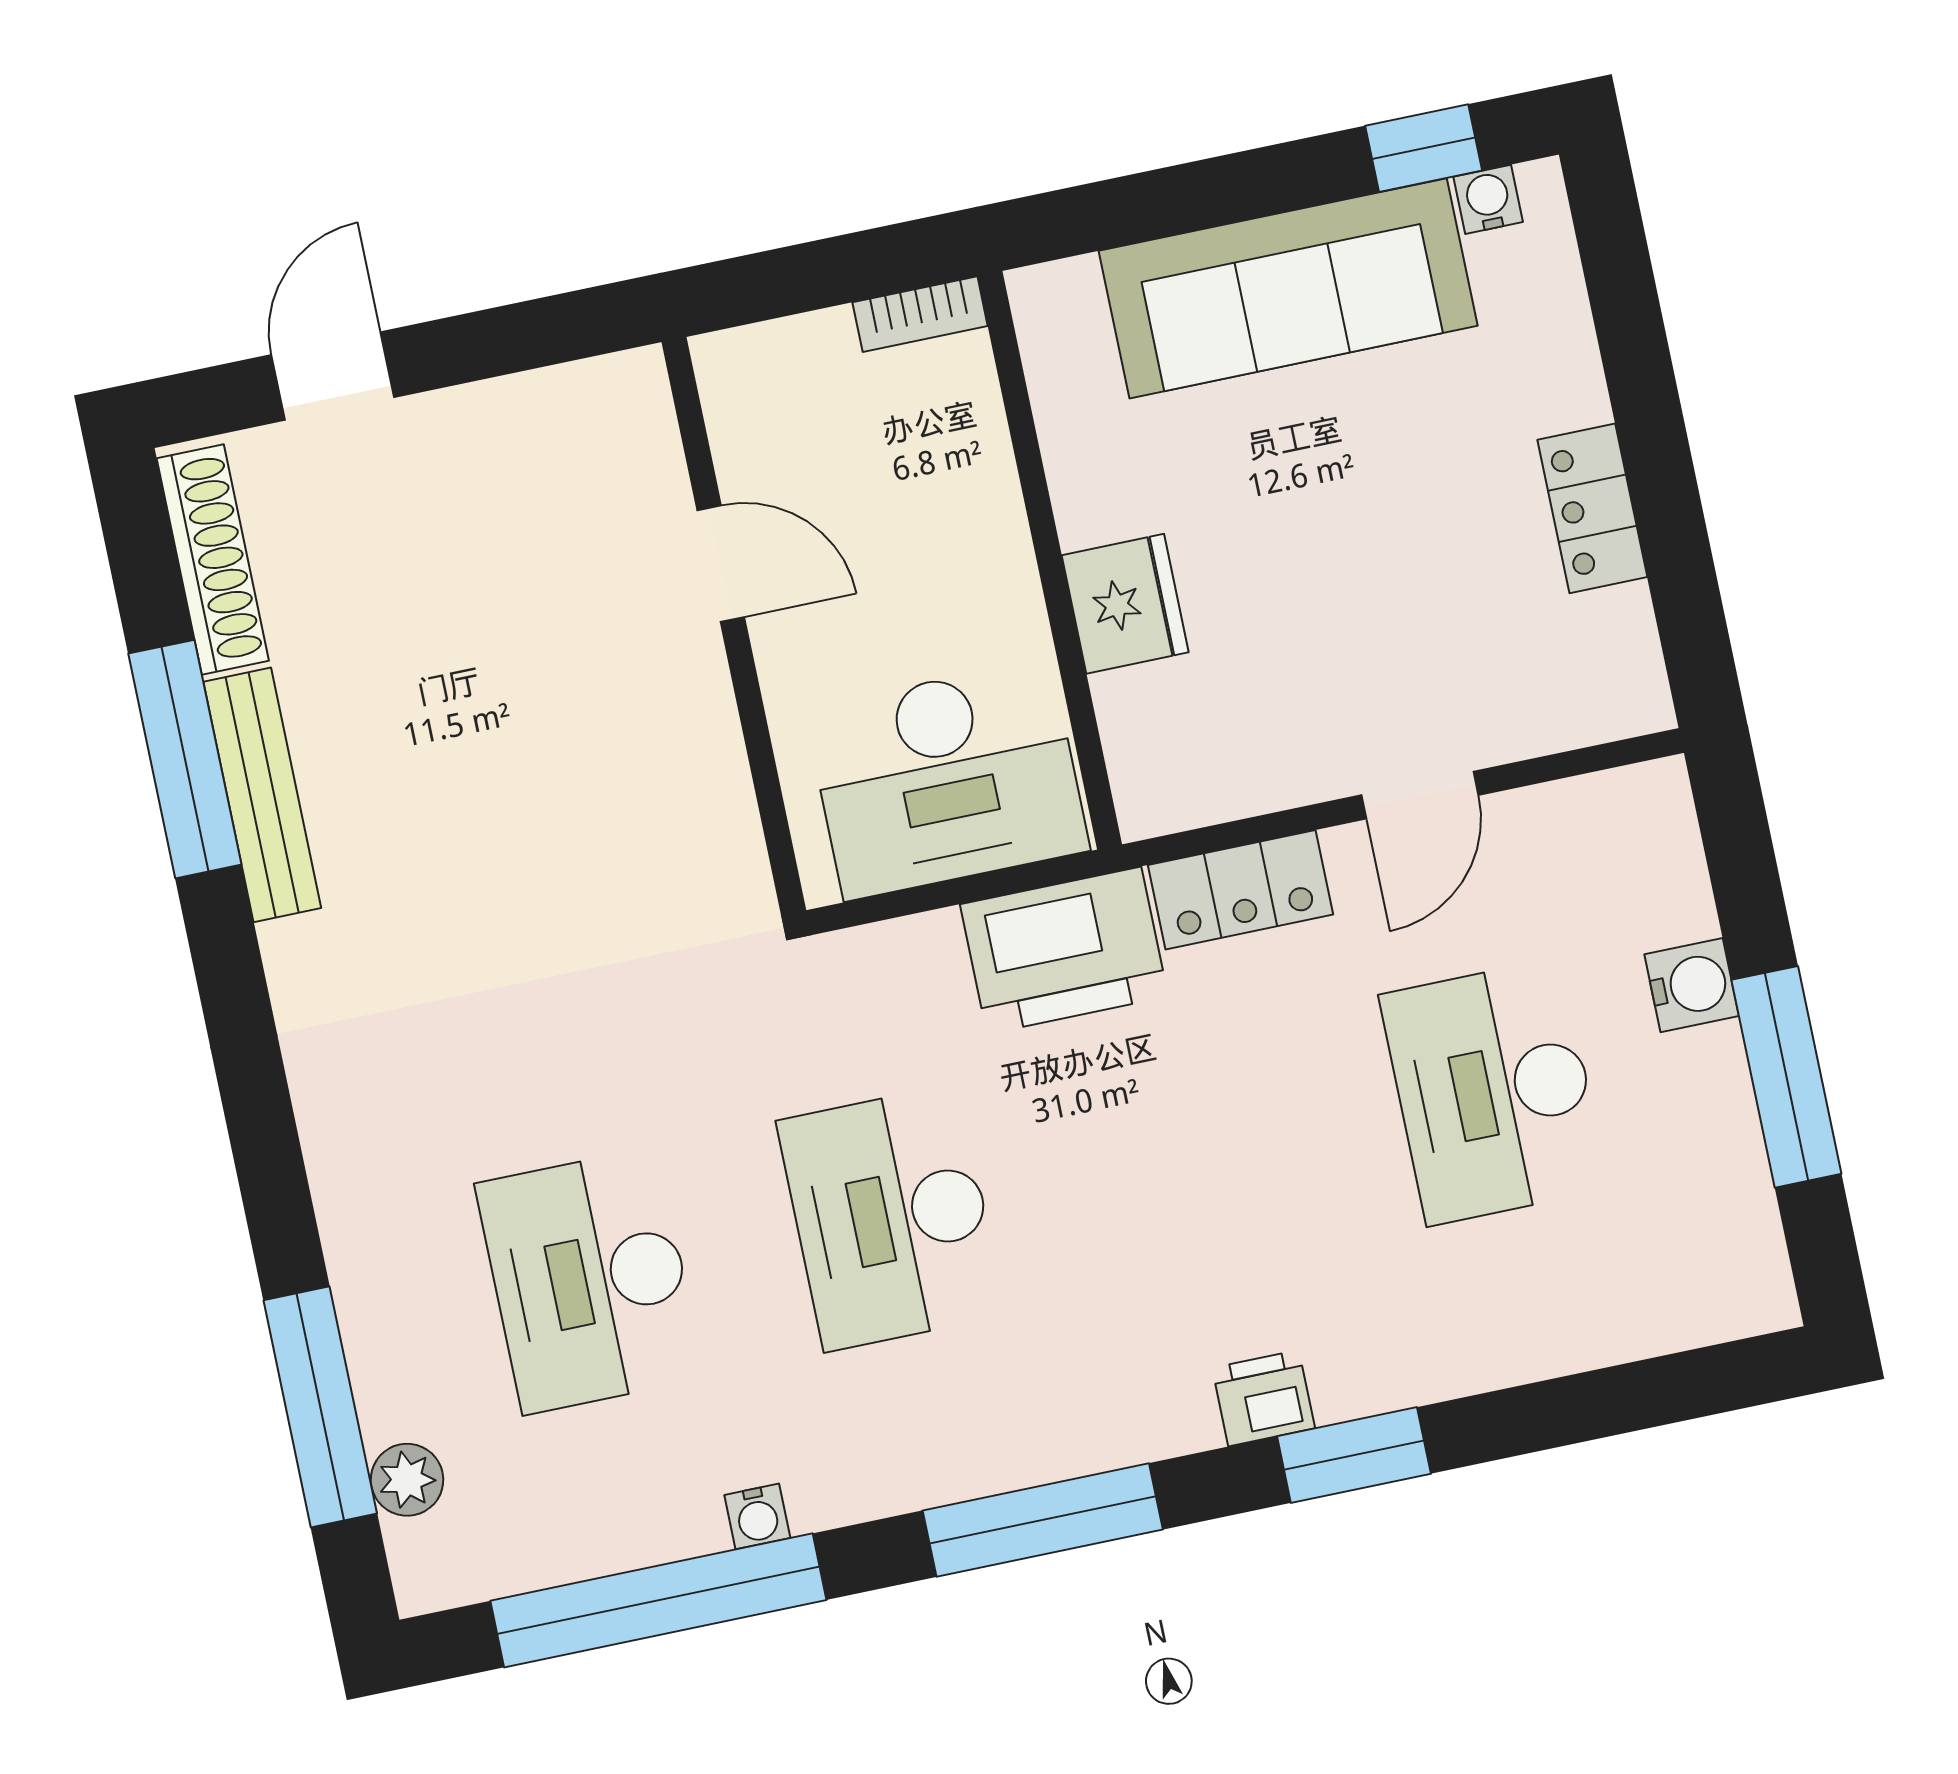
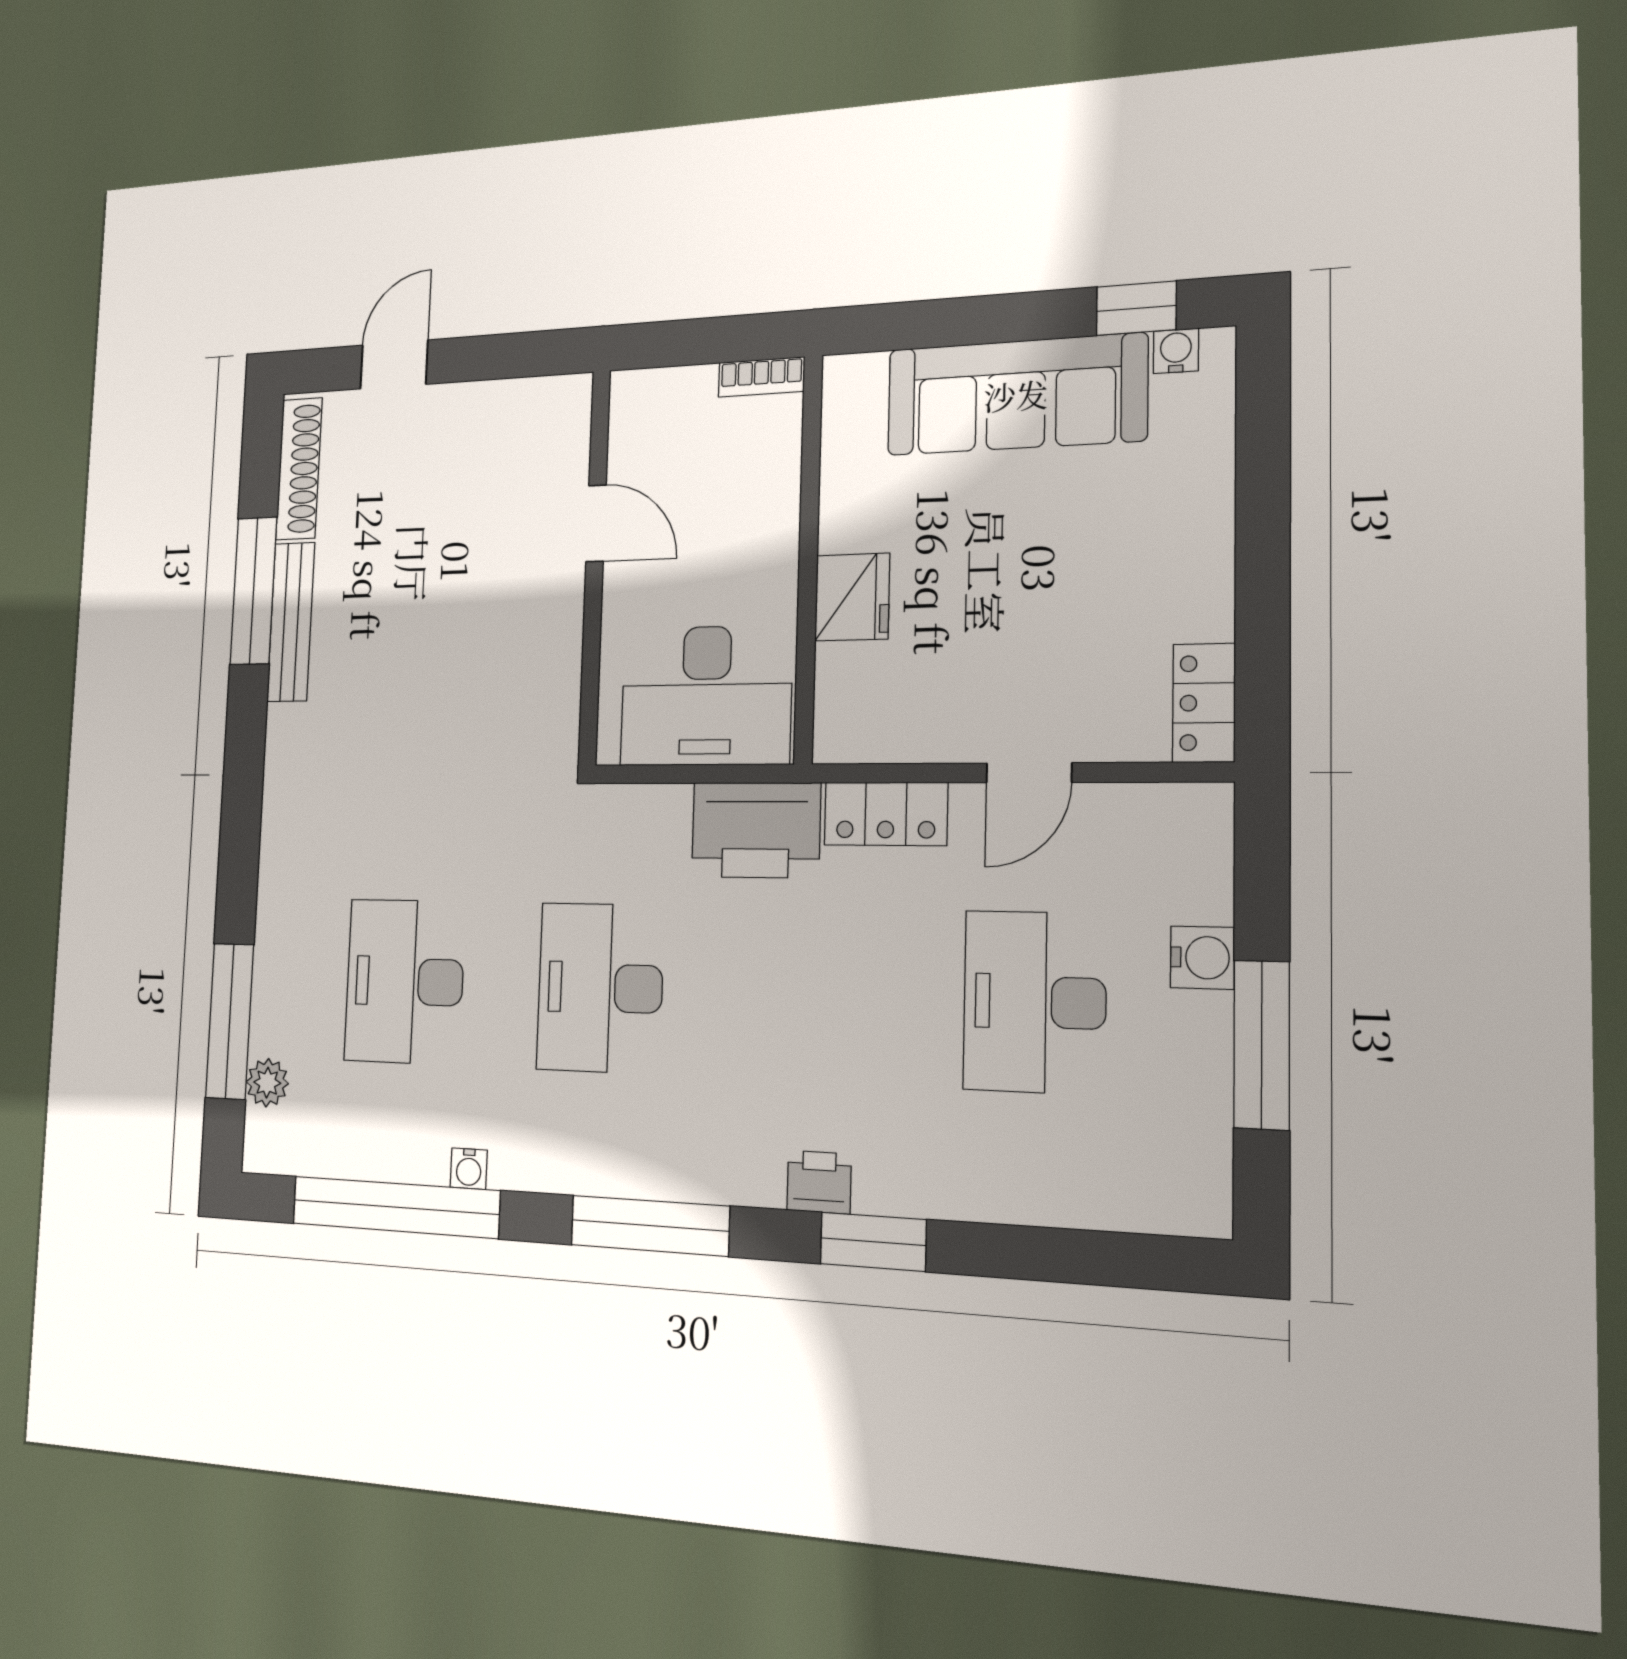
locker: (1592, 508) -> (1204, 703), moved

